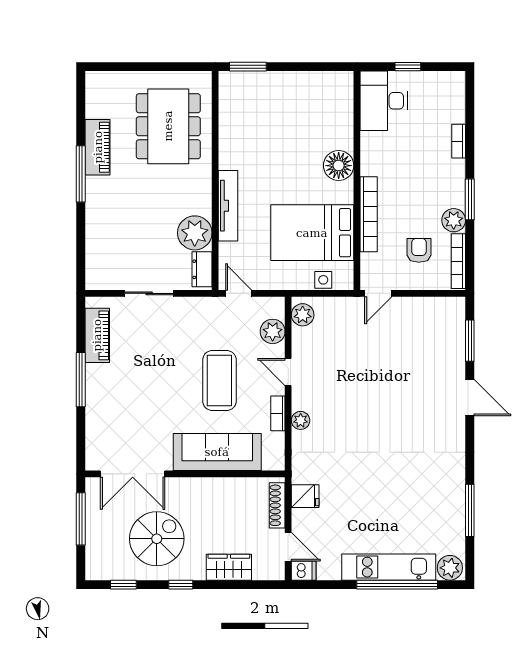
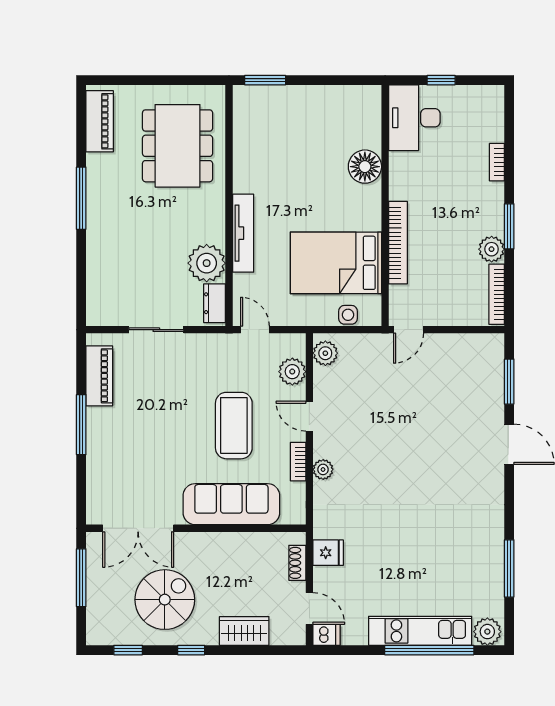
piano: (98, 147) -> (100, 121), moved
floor lamp: (339, 166) -> (365, 167), moved
armchair: (419, 250) -> (453, 282), removed
shoe rack: (277, 505) -> (297, 563), width x0.70

